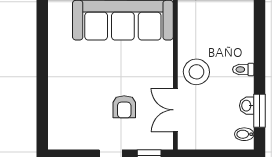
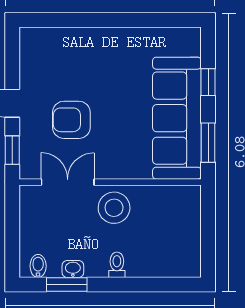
armchair: (124, 107) -> (71, 120), width x1.38, depth x1.38

